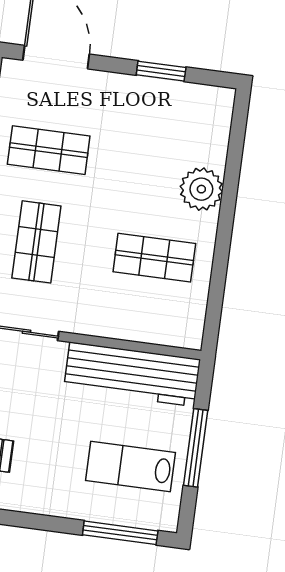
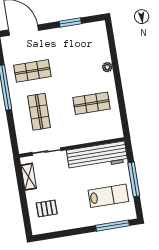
plant: (201, 189) -> (107, 67), width x0.53, depth x0.53
lab bench: (130, 466) -> (108, 196), turned 180

